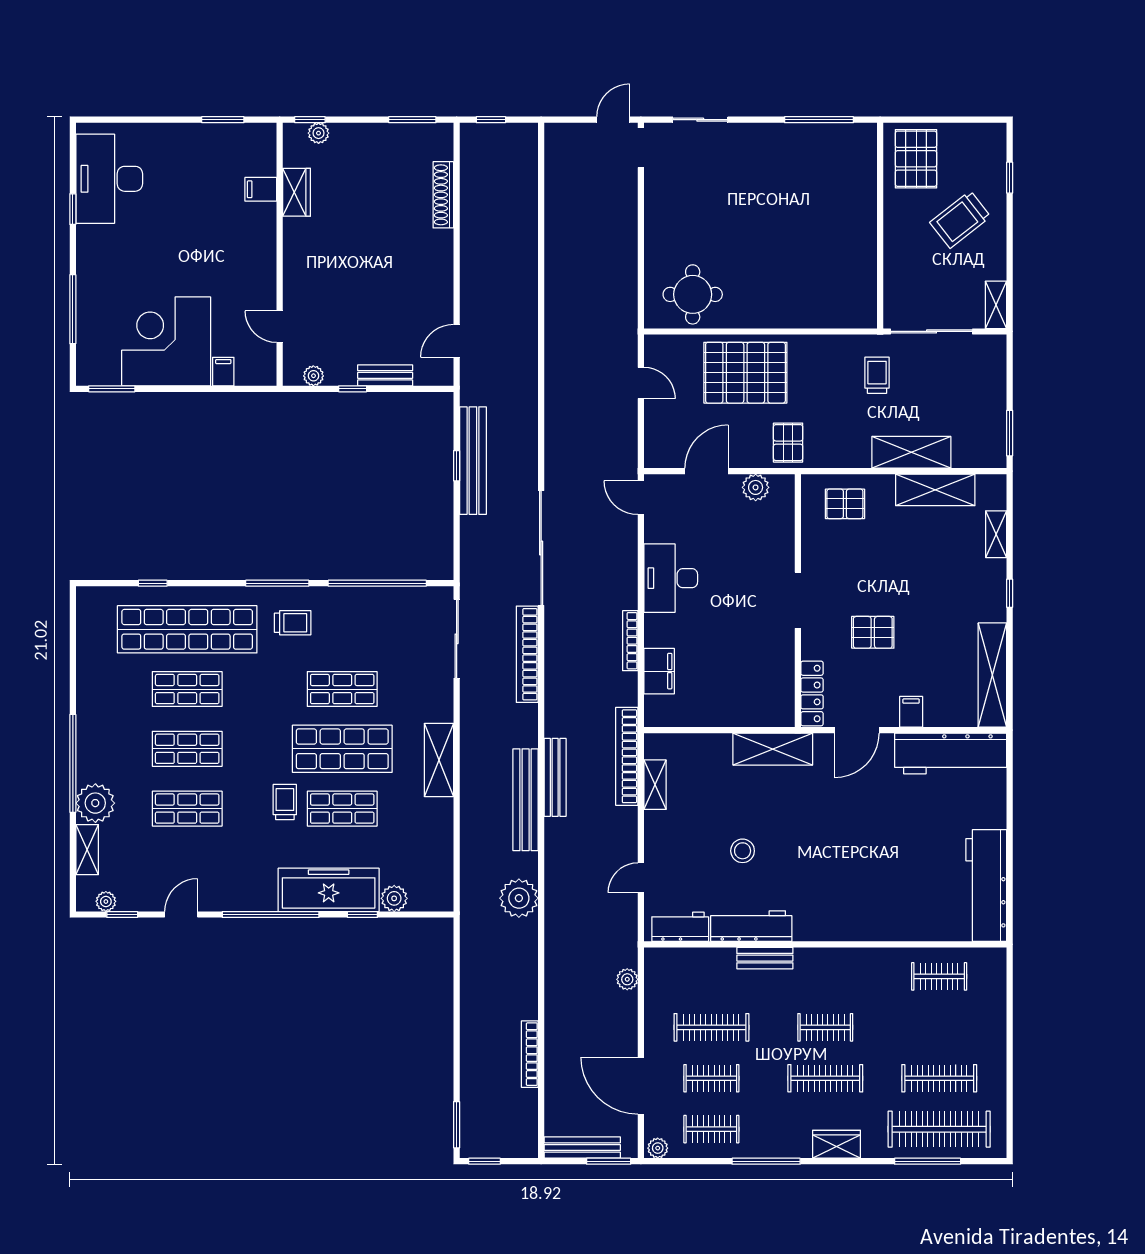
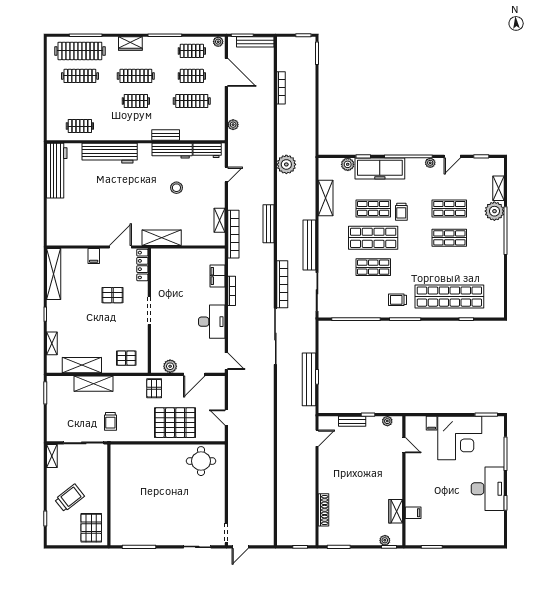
desk: (109, 179) -> (488, 489), moved
shop shelf: (187, 689) -> (449, 267), removed
workbench: (951, 754) -> (110, 153), moved, turned 180
shelving: (439, 760) -> (326, 198), moved
bench: (526, 800) -> (309, 245), moved
plant: (106, 901) -> (430, 163), moved

